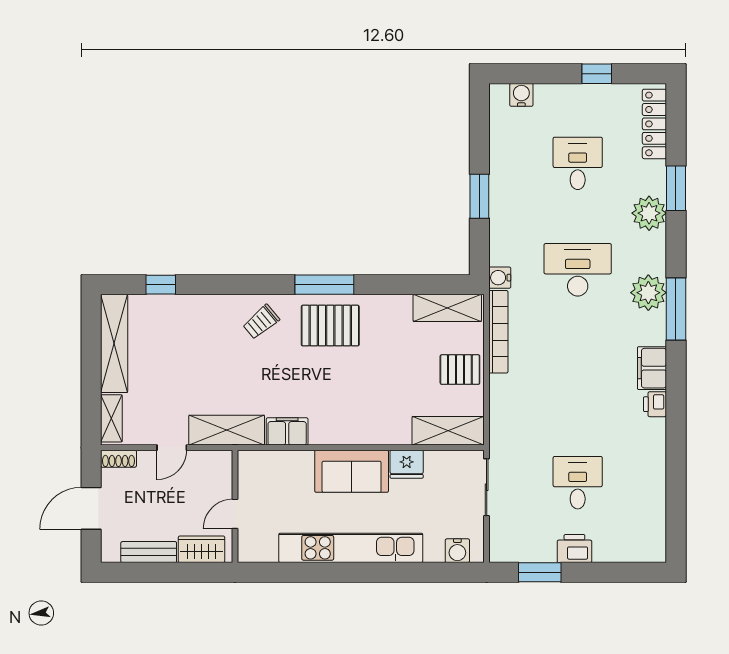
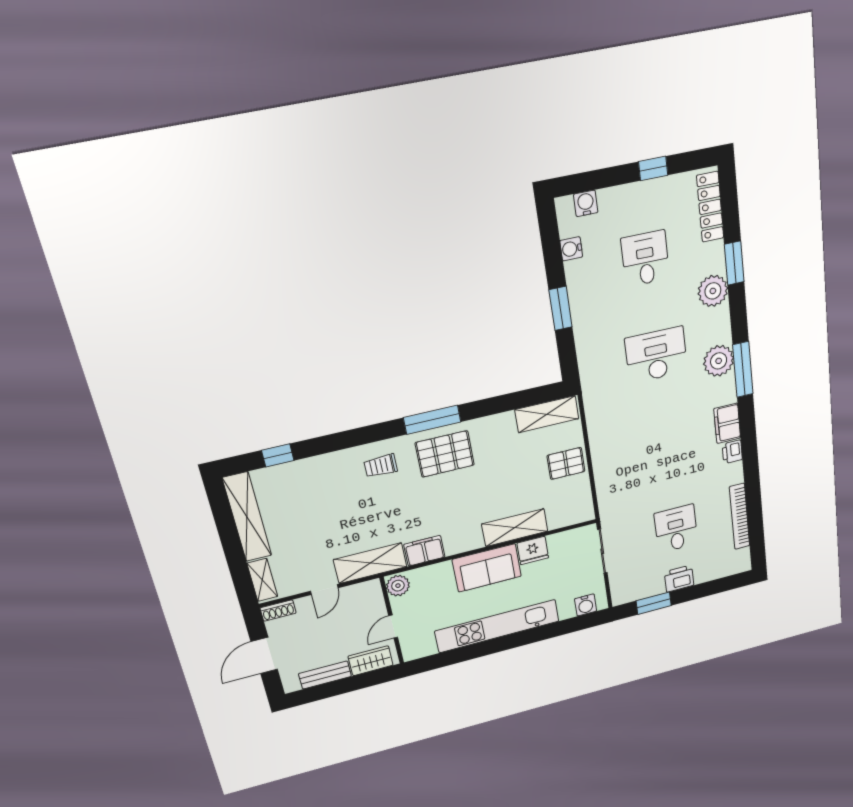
water cooler: (500, 278) -> (571, 249), moved
trolley: (261, 322) -> (381, 466), turned 40
bookcase: (498, 332) -> (740, 516), moved, turned 180
shelving: (448, 431) -> (515, 528), moved
plant: (250, 465) -> (398, 586), added

